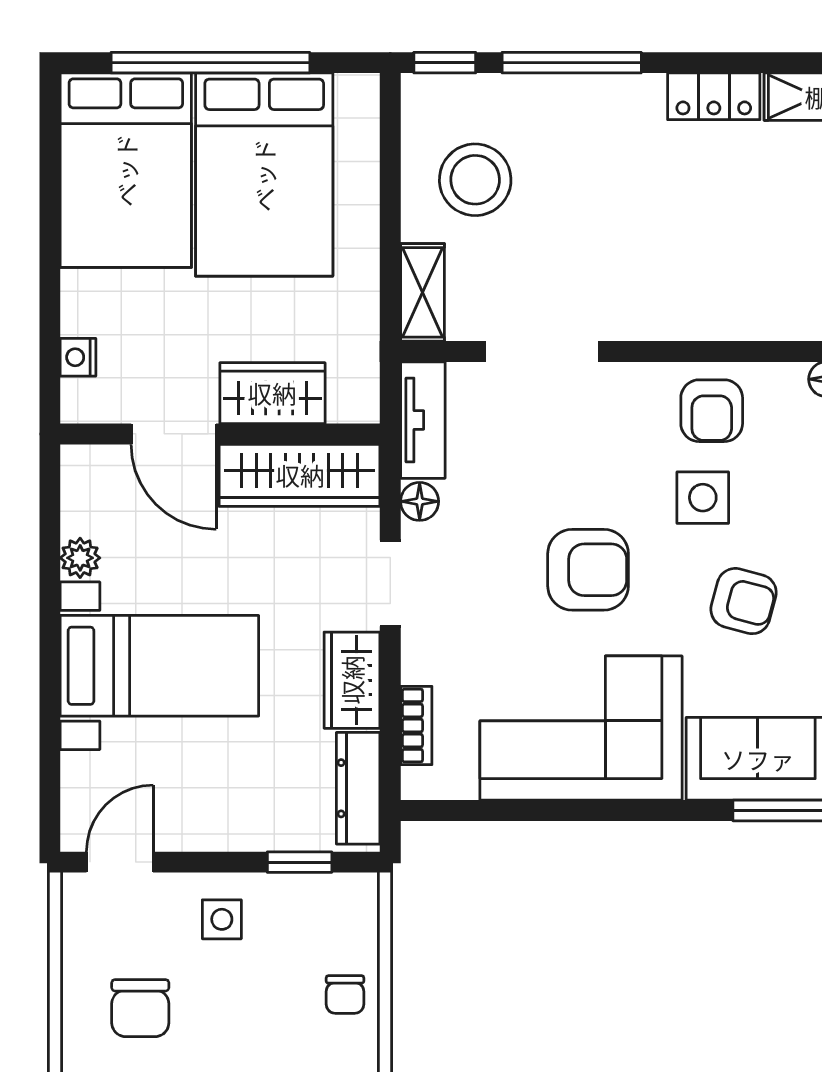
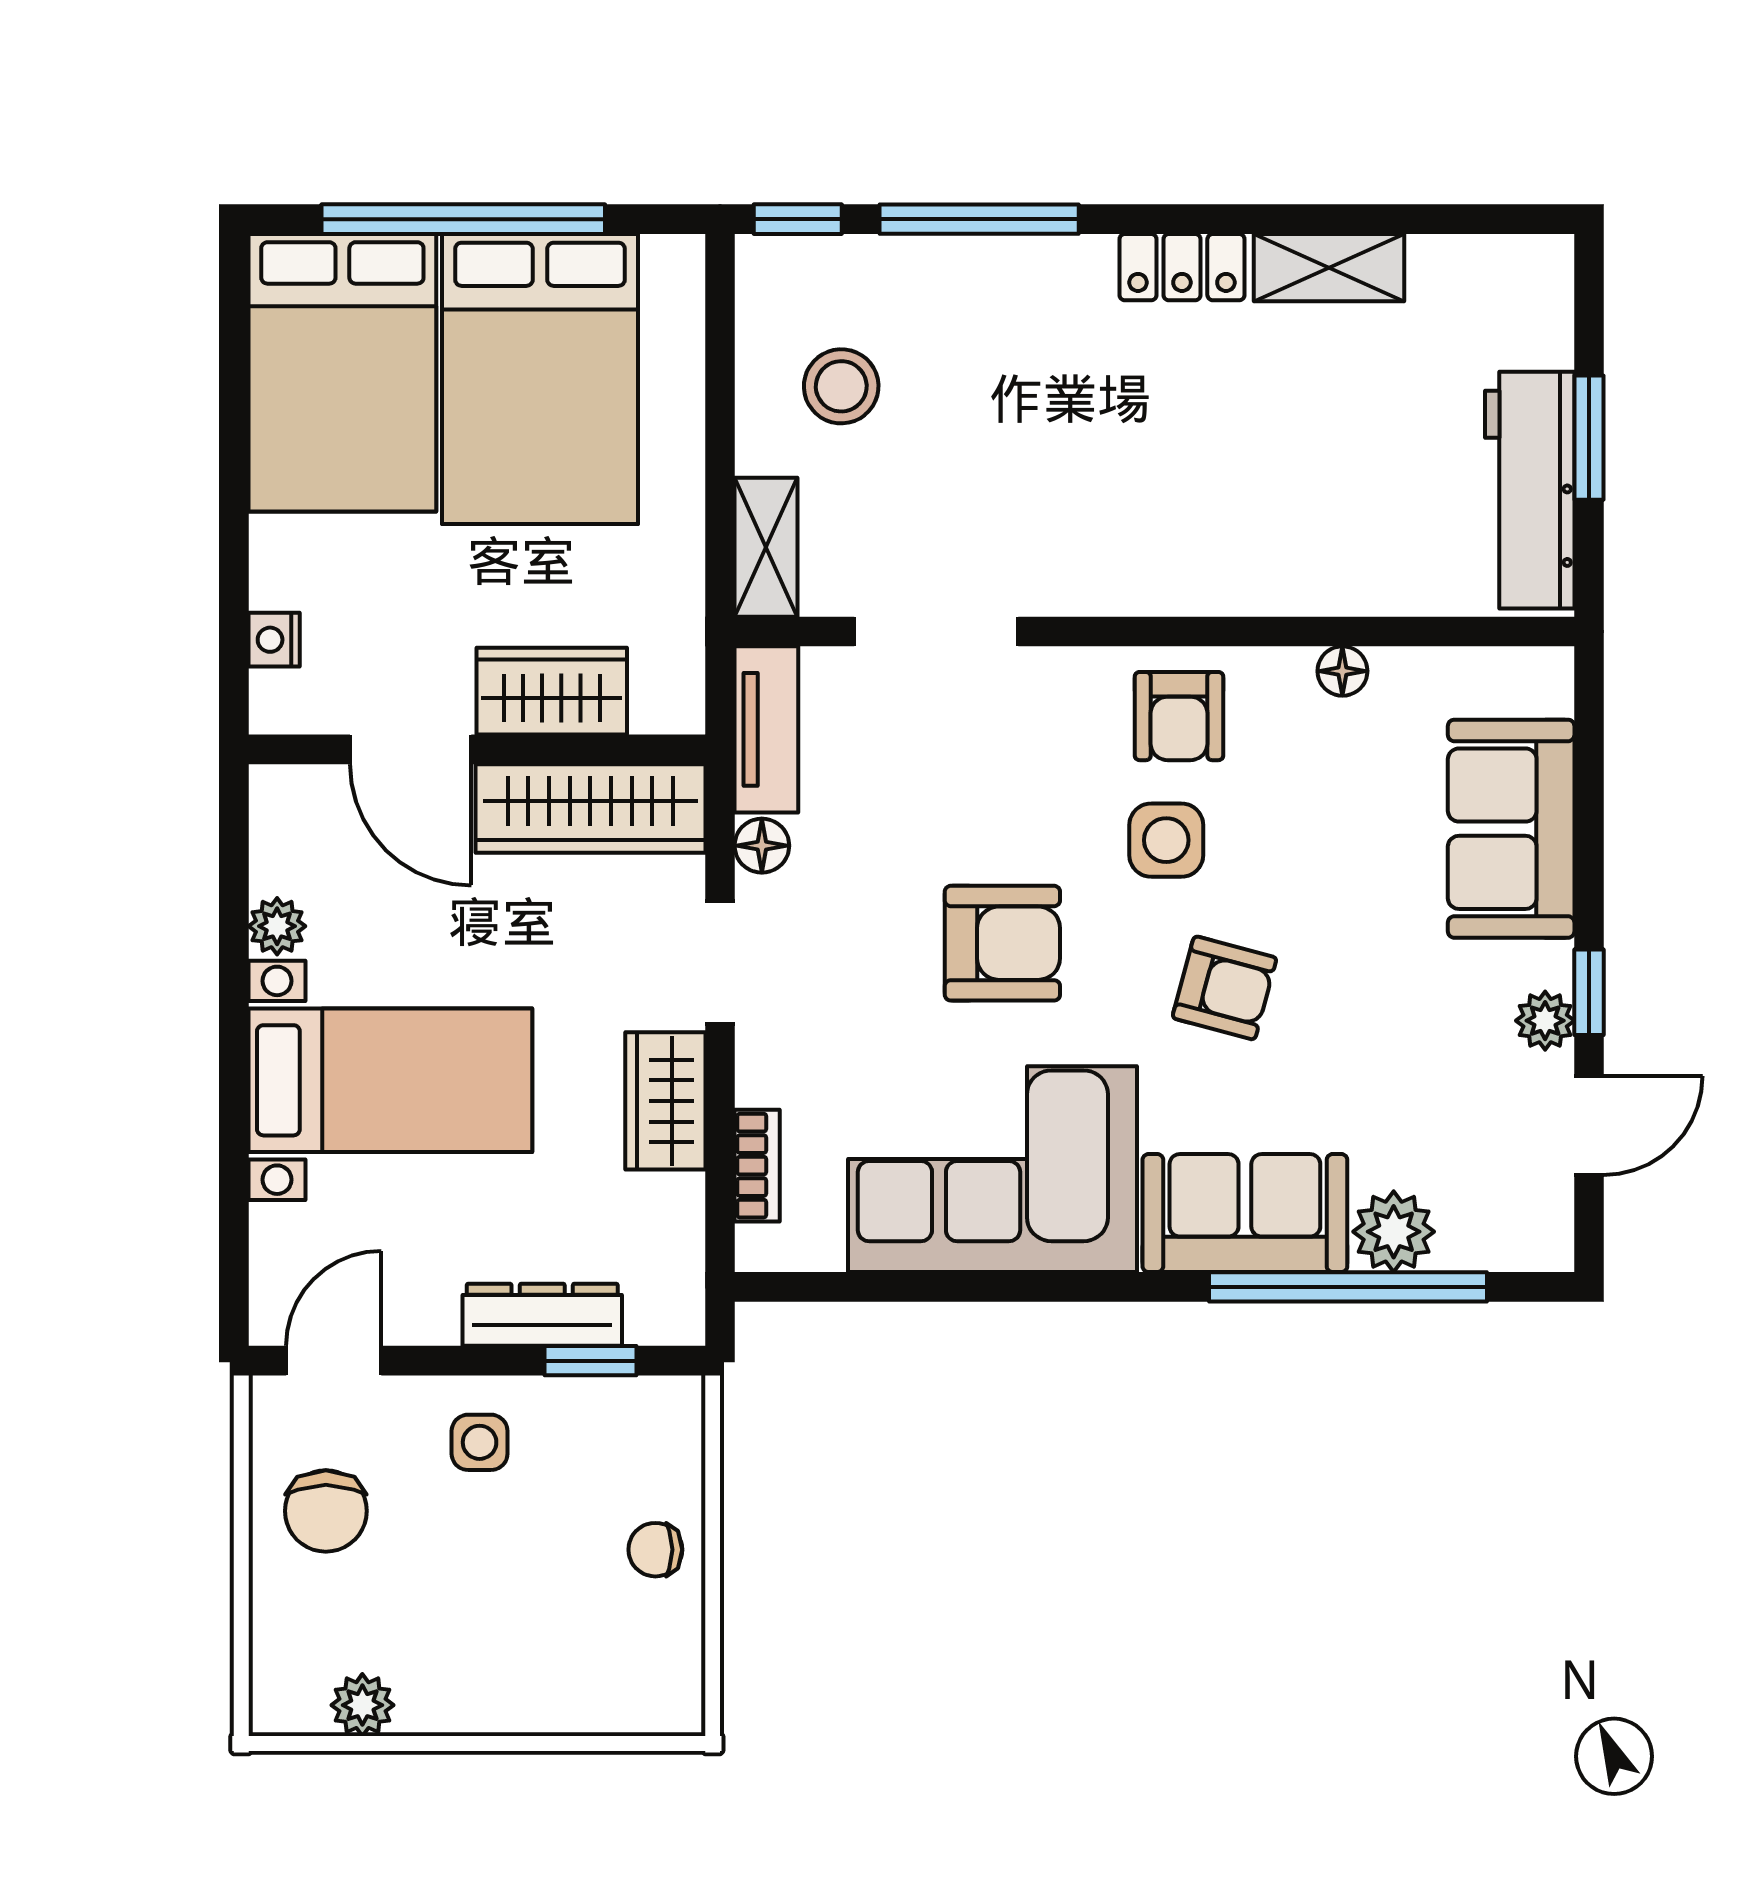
stool: (475, 180) -> (841, 386), width x0.73, depth x0.73
dresser: (358, 788) -> (542, 1315), moved, turned 90
chair: (345, 994) -> (655, 1550), turned 90
chair: (140, 1008) -> (326, 1511), moved

